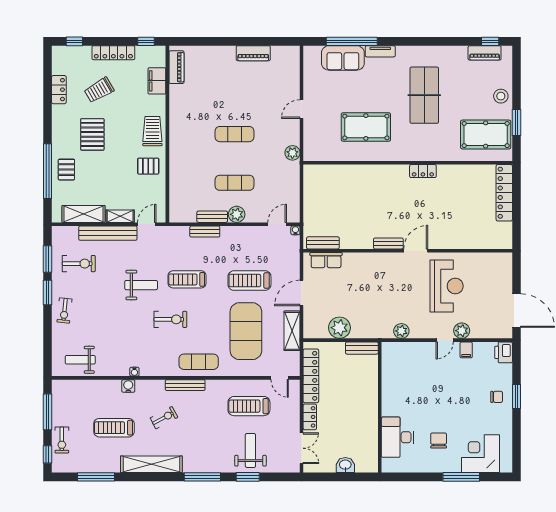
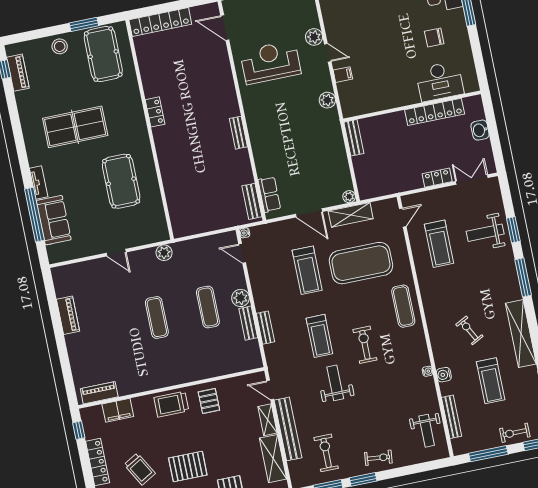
door: (416, 251) -> (225, 28), moved
plant: (339, 328) -> (349, 197), moved, width x0.53, depth x0.53
filing cabinet: (466, 350) -> (343, 75), moved
locker: (311, 376) -> (435, 112), moved, turned 180
bench: (185, 385) -> (452, 417), moved
exercise bike: (62, 440) -> (515, 433), turned 180

